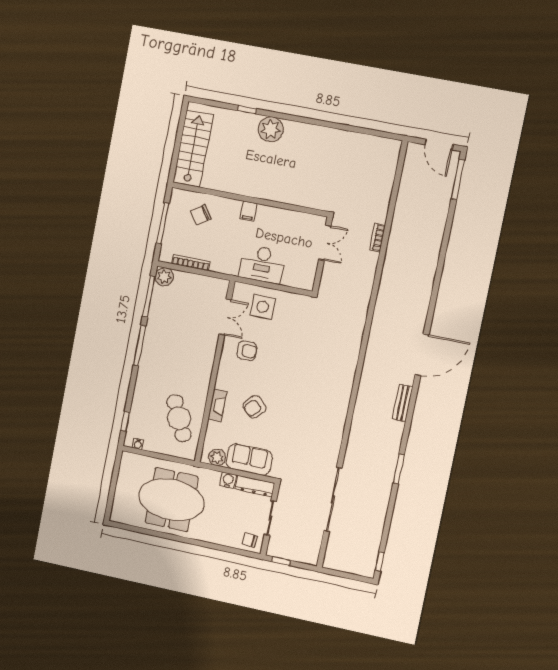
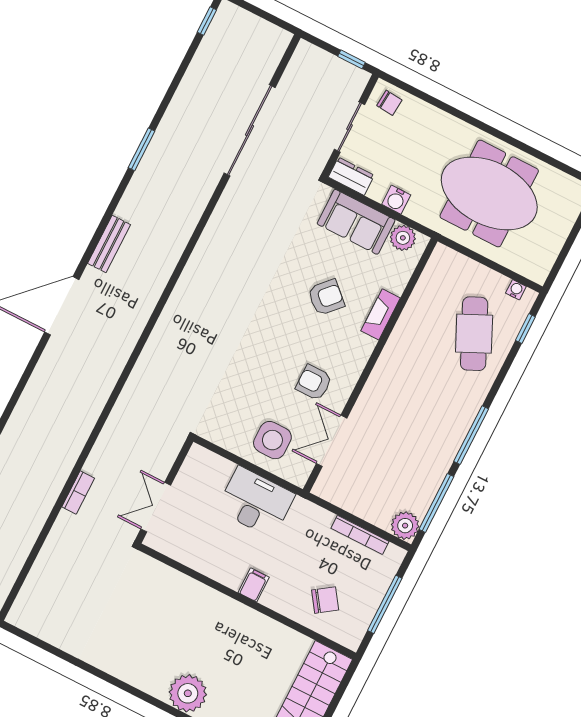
cafe table: (179, 418) -> (474, 334), moved
dresser: (255, 486) -> (351, 176), width x0.70

